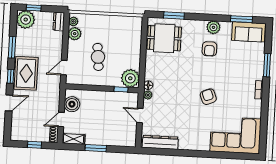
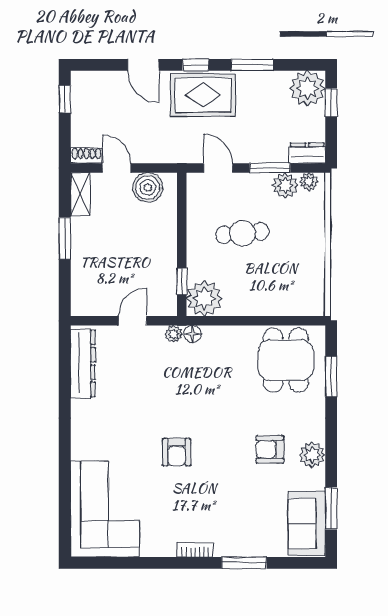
window: (65, 41) -> (270, 168), added
armchair: (208, 97) -> (177, 452), turned 112
window: (35, 145) -> (65, 99), moved

